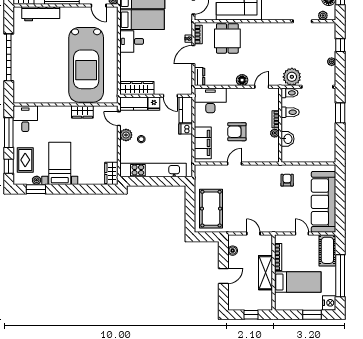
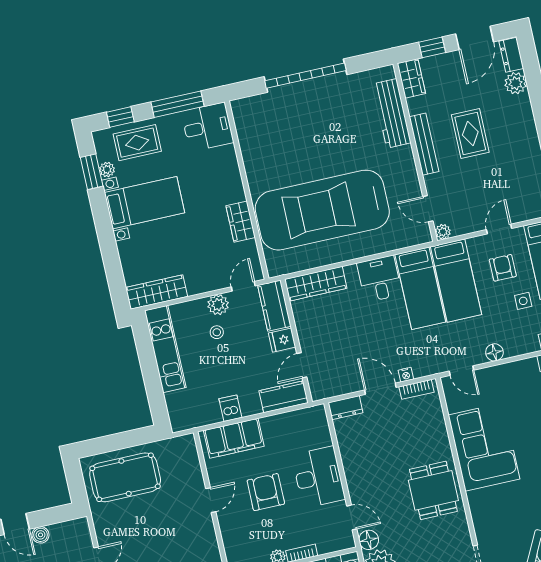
door: (99, 6) -> (428, 209), hinge flipped
dining table: (227, 38) -> (433, 490), moved, turned 90
floor lamp: (242, 80) -> (369, 540), moved
wardrobe: (137, 88) -> (316, 284), moved, turned 90
desk: (210, 100) -> (318, 477), moved
dishwasher: (186, 129) -> (230, 408), moved
door: (234, 164) -> (211, 500), hinge flipped
kitchen unit: (153, 170) -> (165, 349), width x0.73
wardrobe: (111, 173) -> (156, 292), width x1.50
boiler: (233, 251) -> (41, 535), moved

